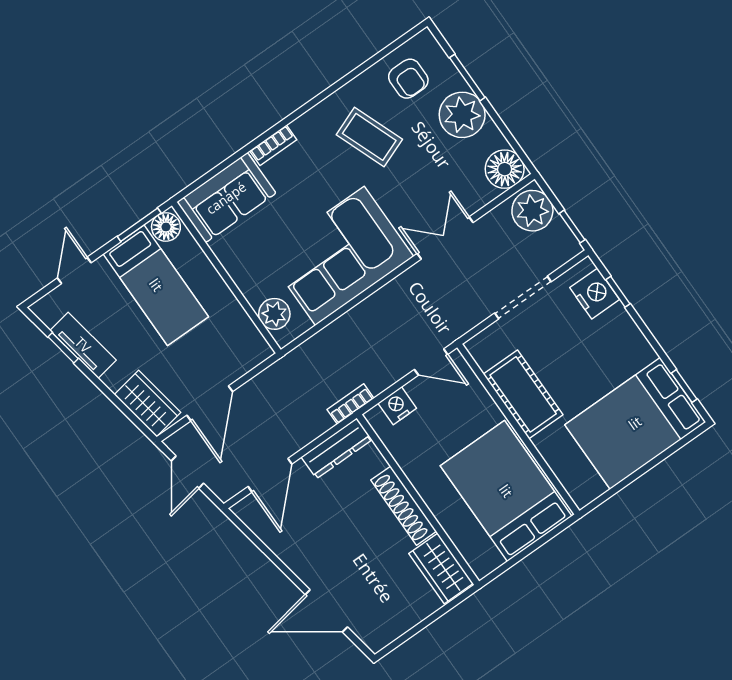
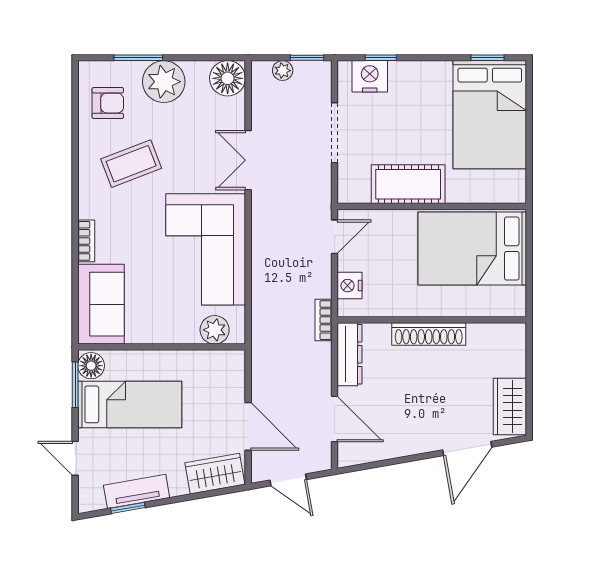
plant: (532, 211) -> (283, 71), width x0.53, depth x0.53
wardrobe: (441, 568) -> (510, 407), moved, turned 90

